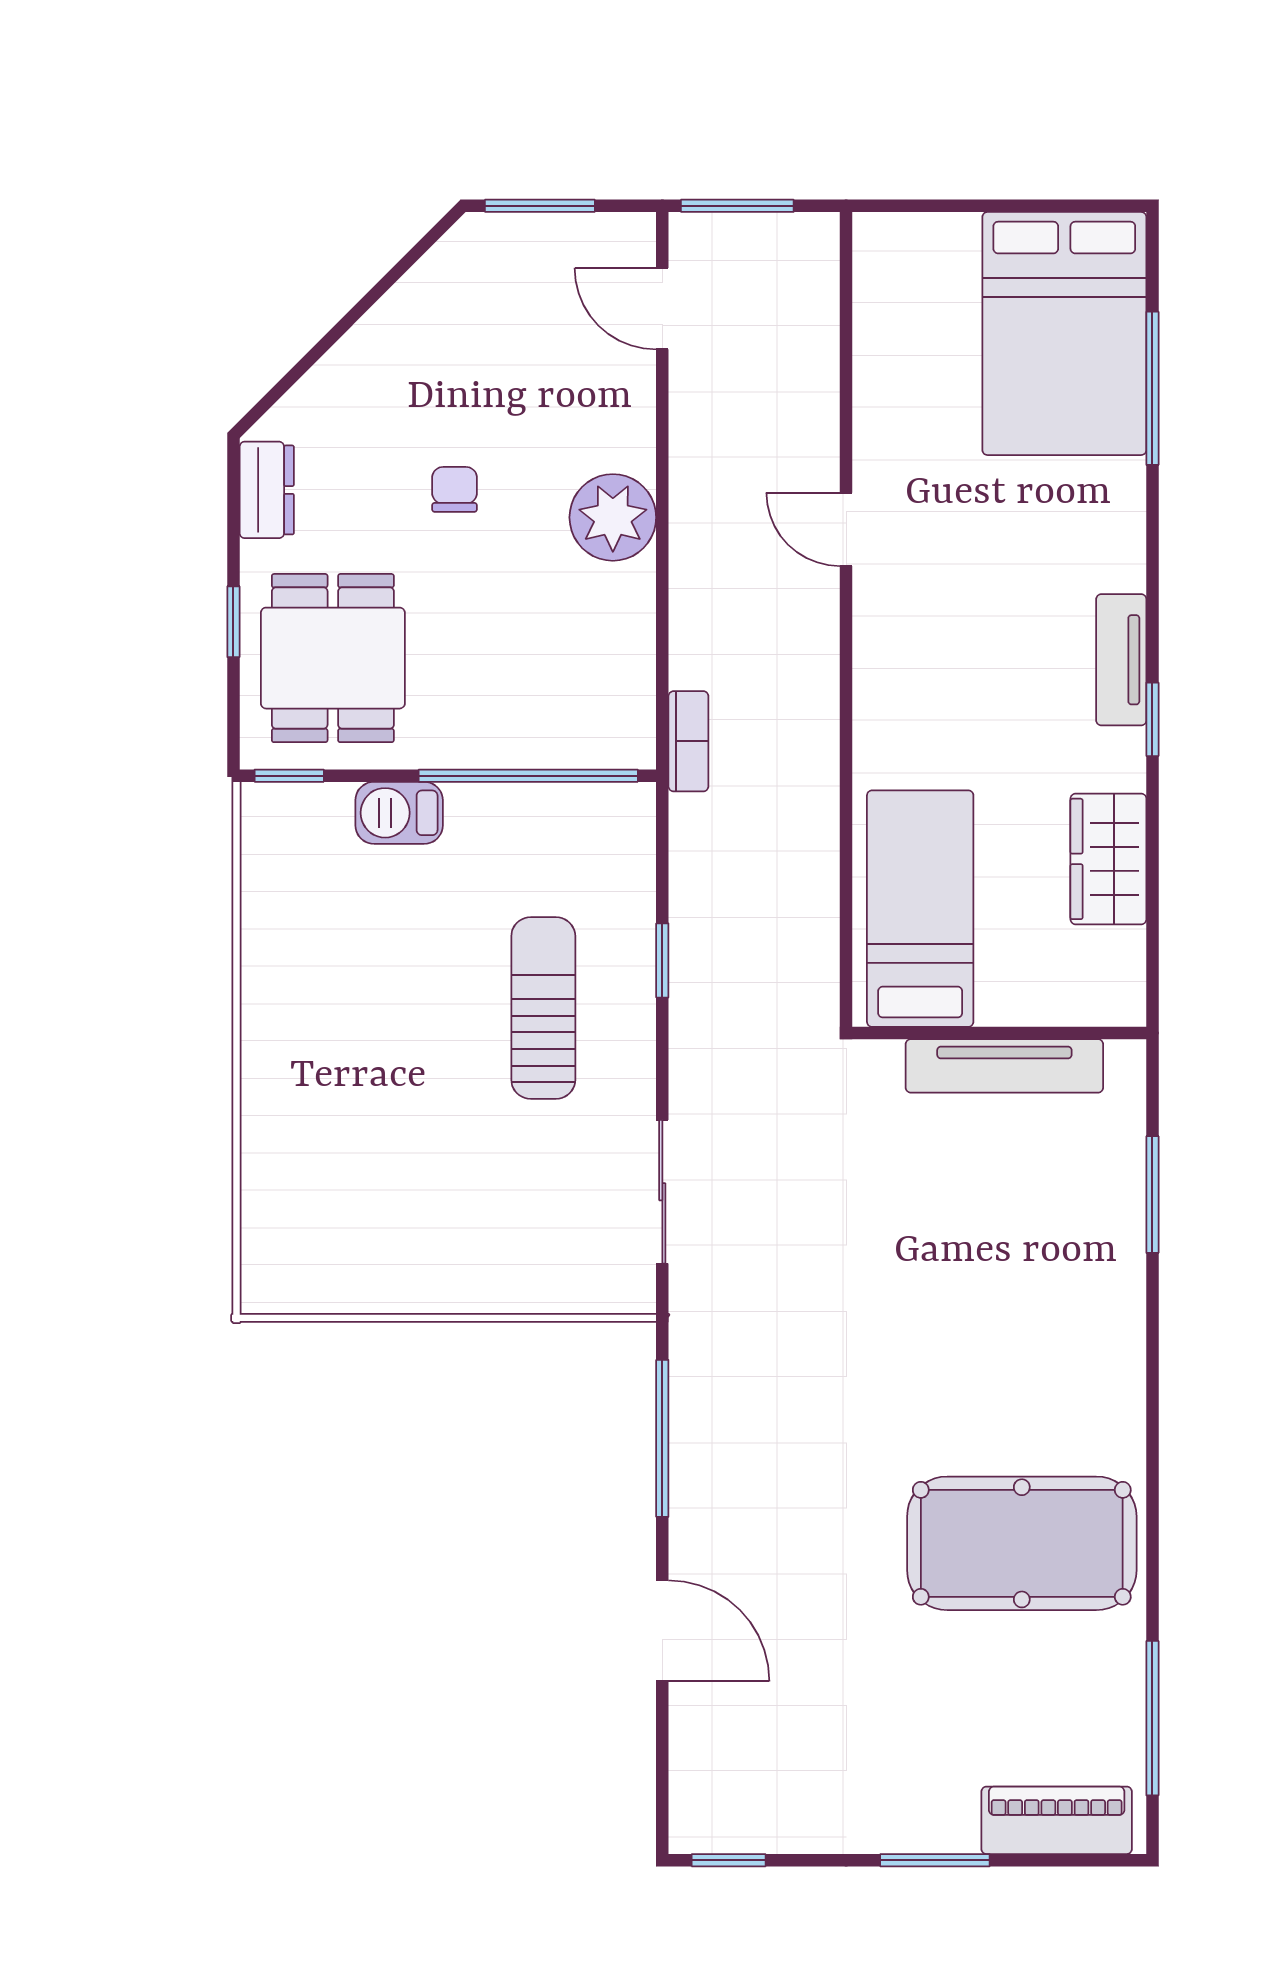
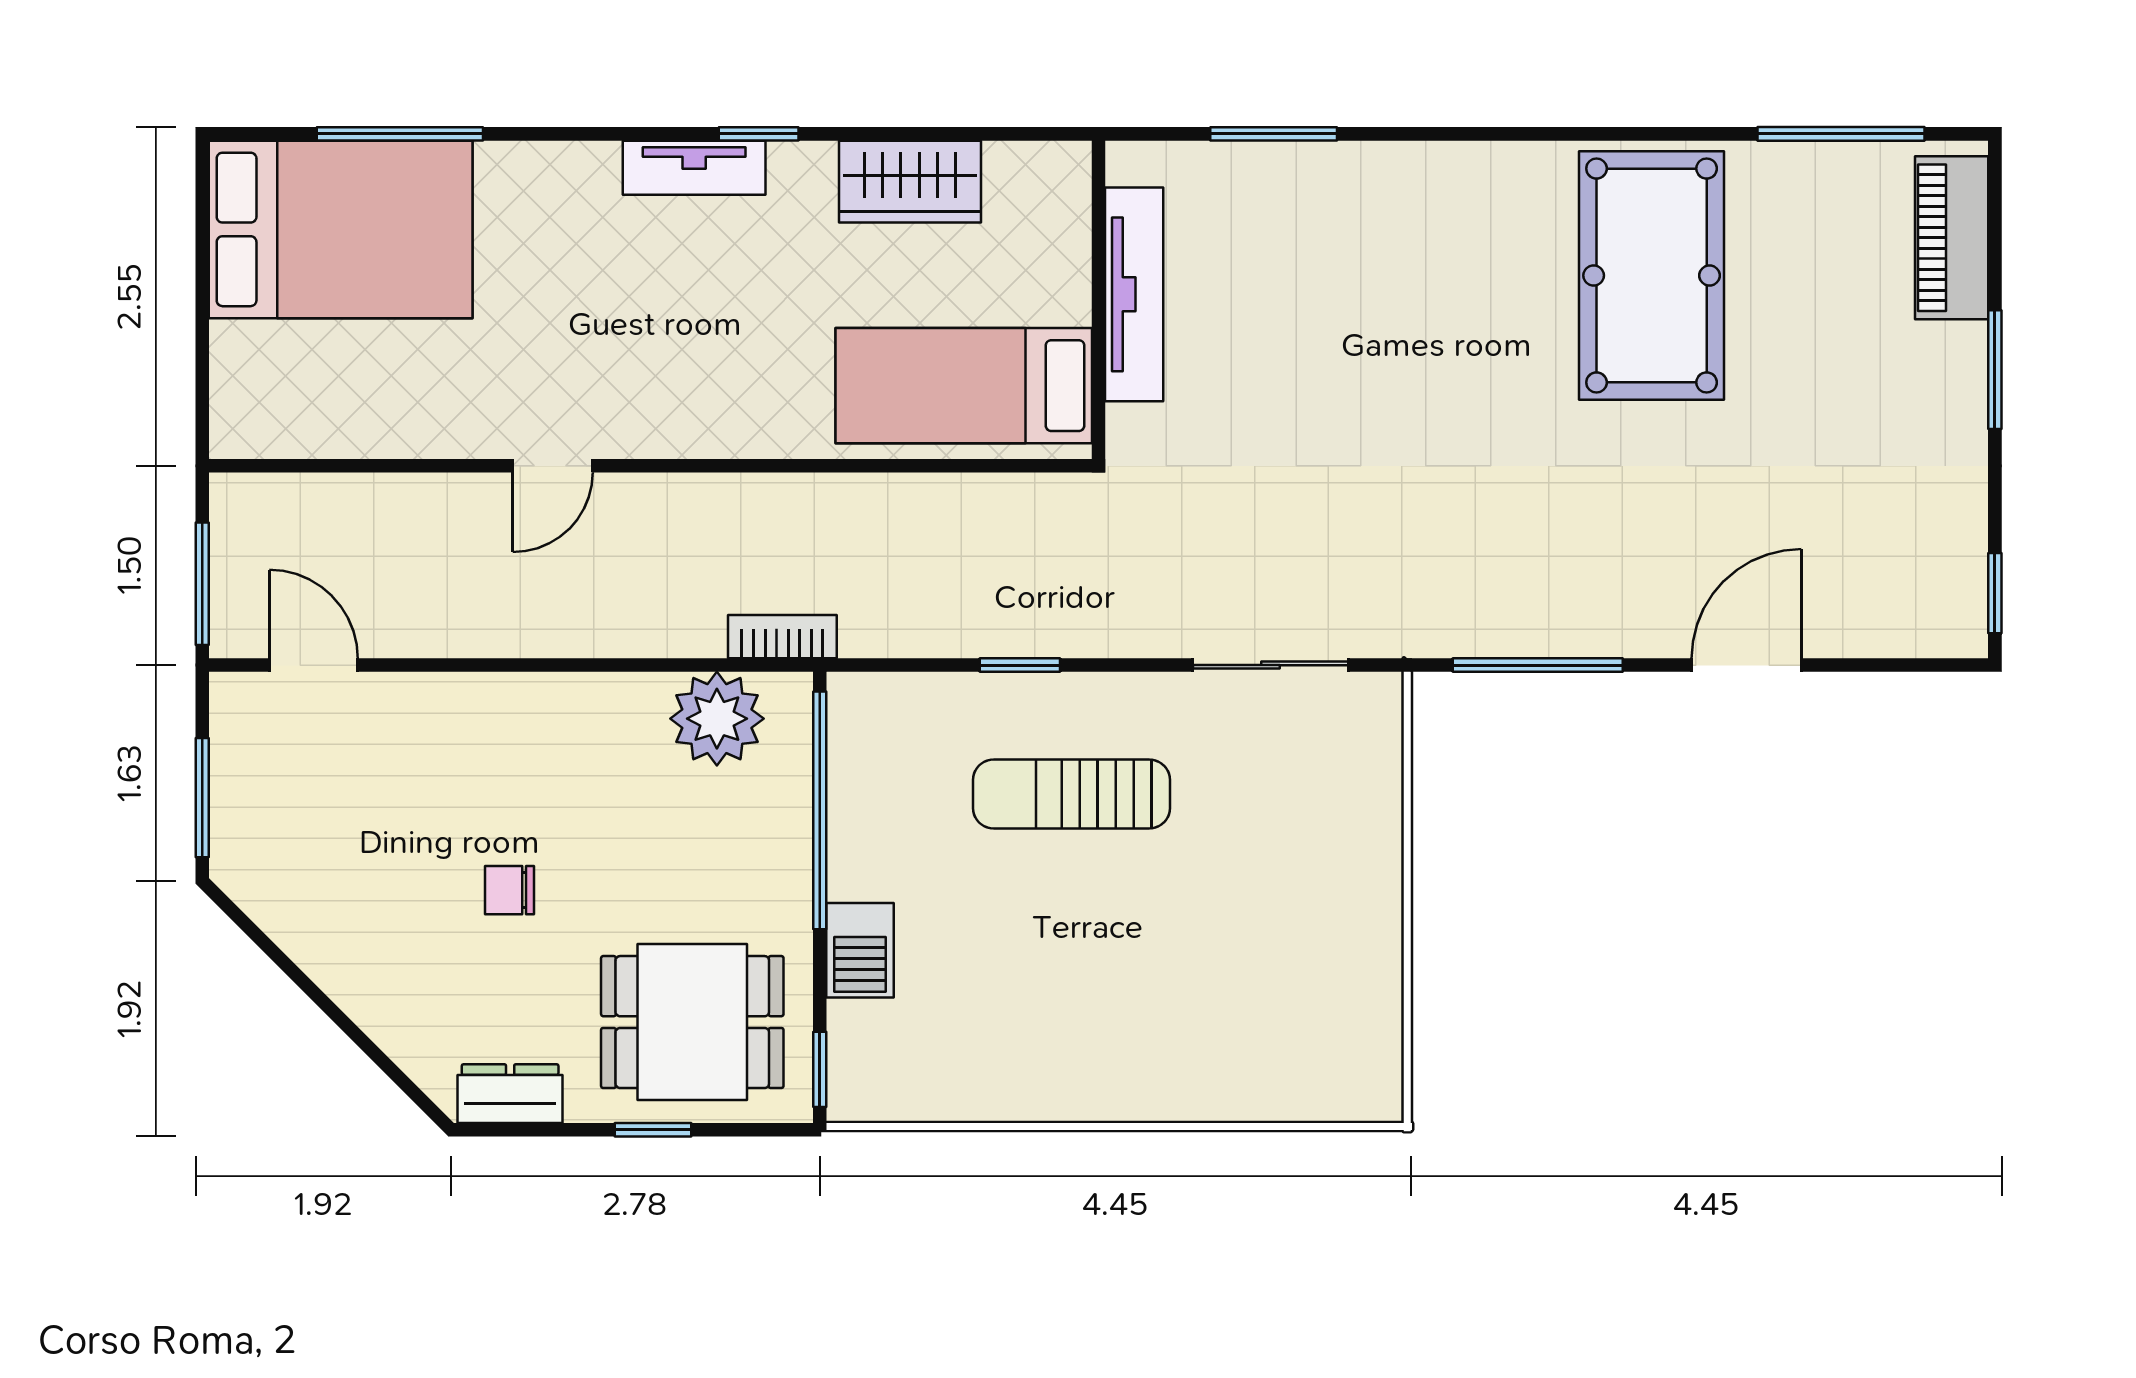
door: (662, 309) -> (314, 665), swing flipped
plant: (613, 517) -> (717, 719), moved

